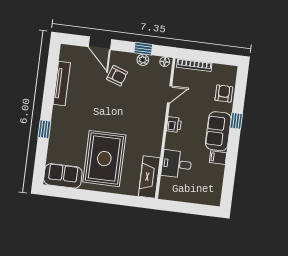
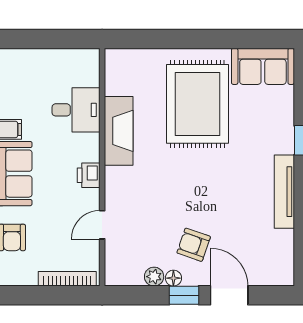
window: (143, 49) -> (184, 295), moved
floor lamp: (165, 62) -> (173, 278), moved
tv unit: (62, 84) -> (284, 192), moved
fireplace: (149, 177) -> (119, 131), moved

